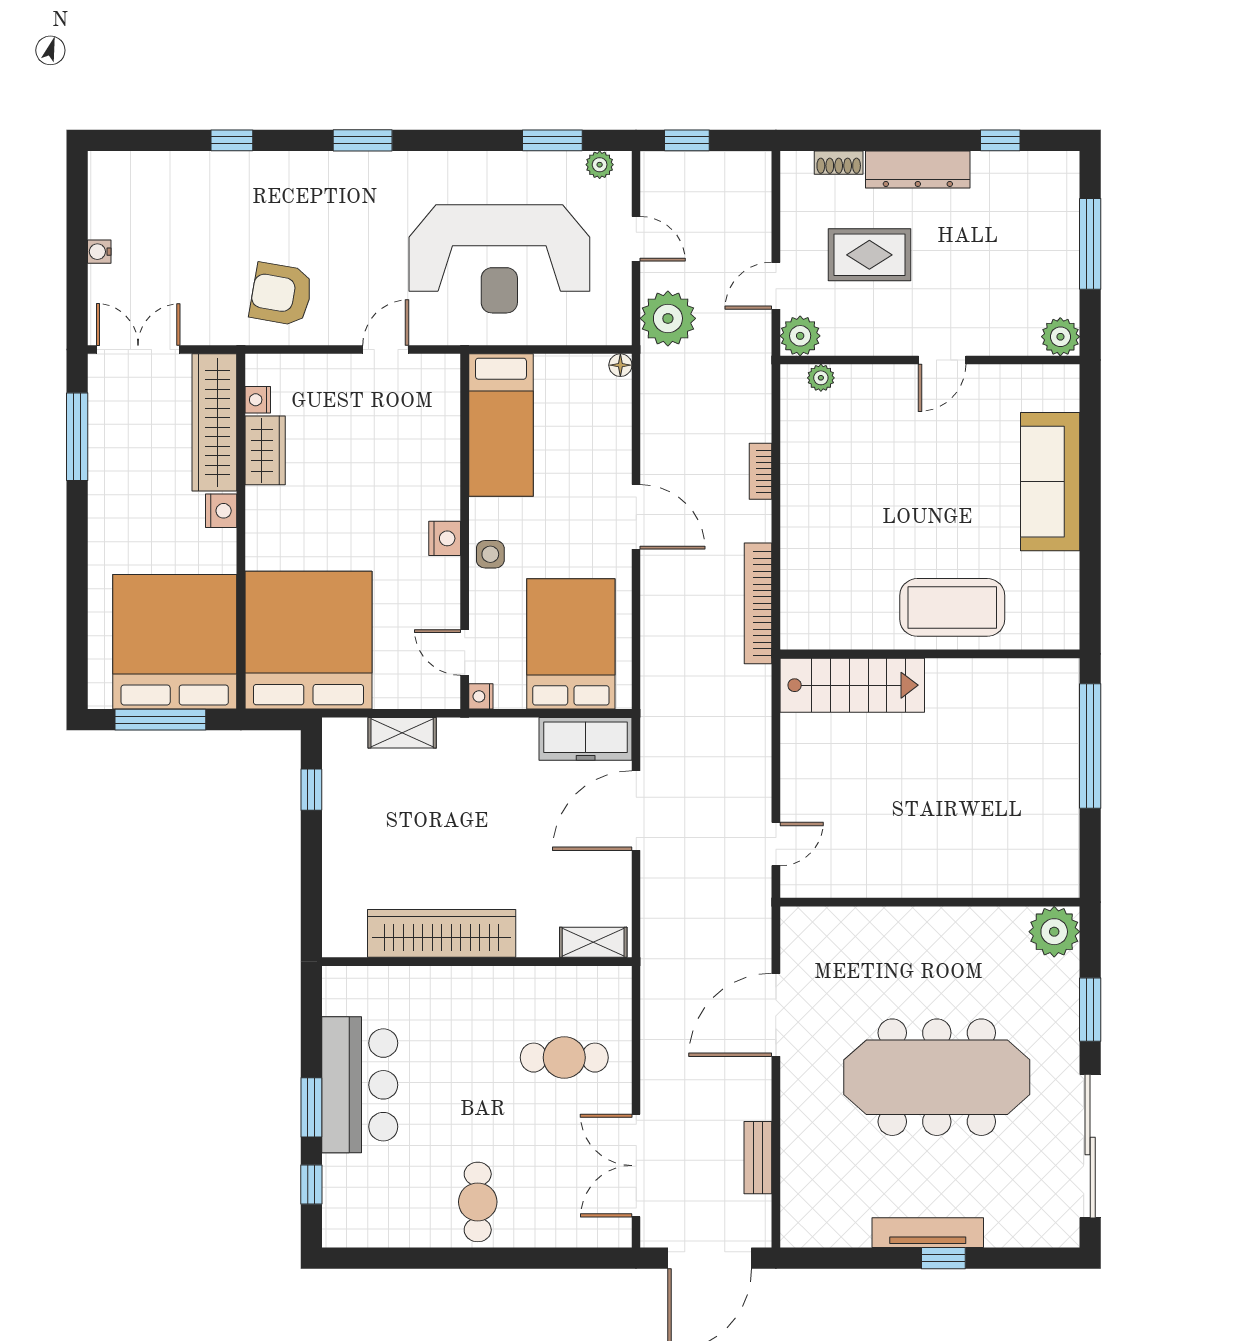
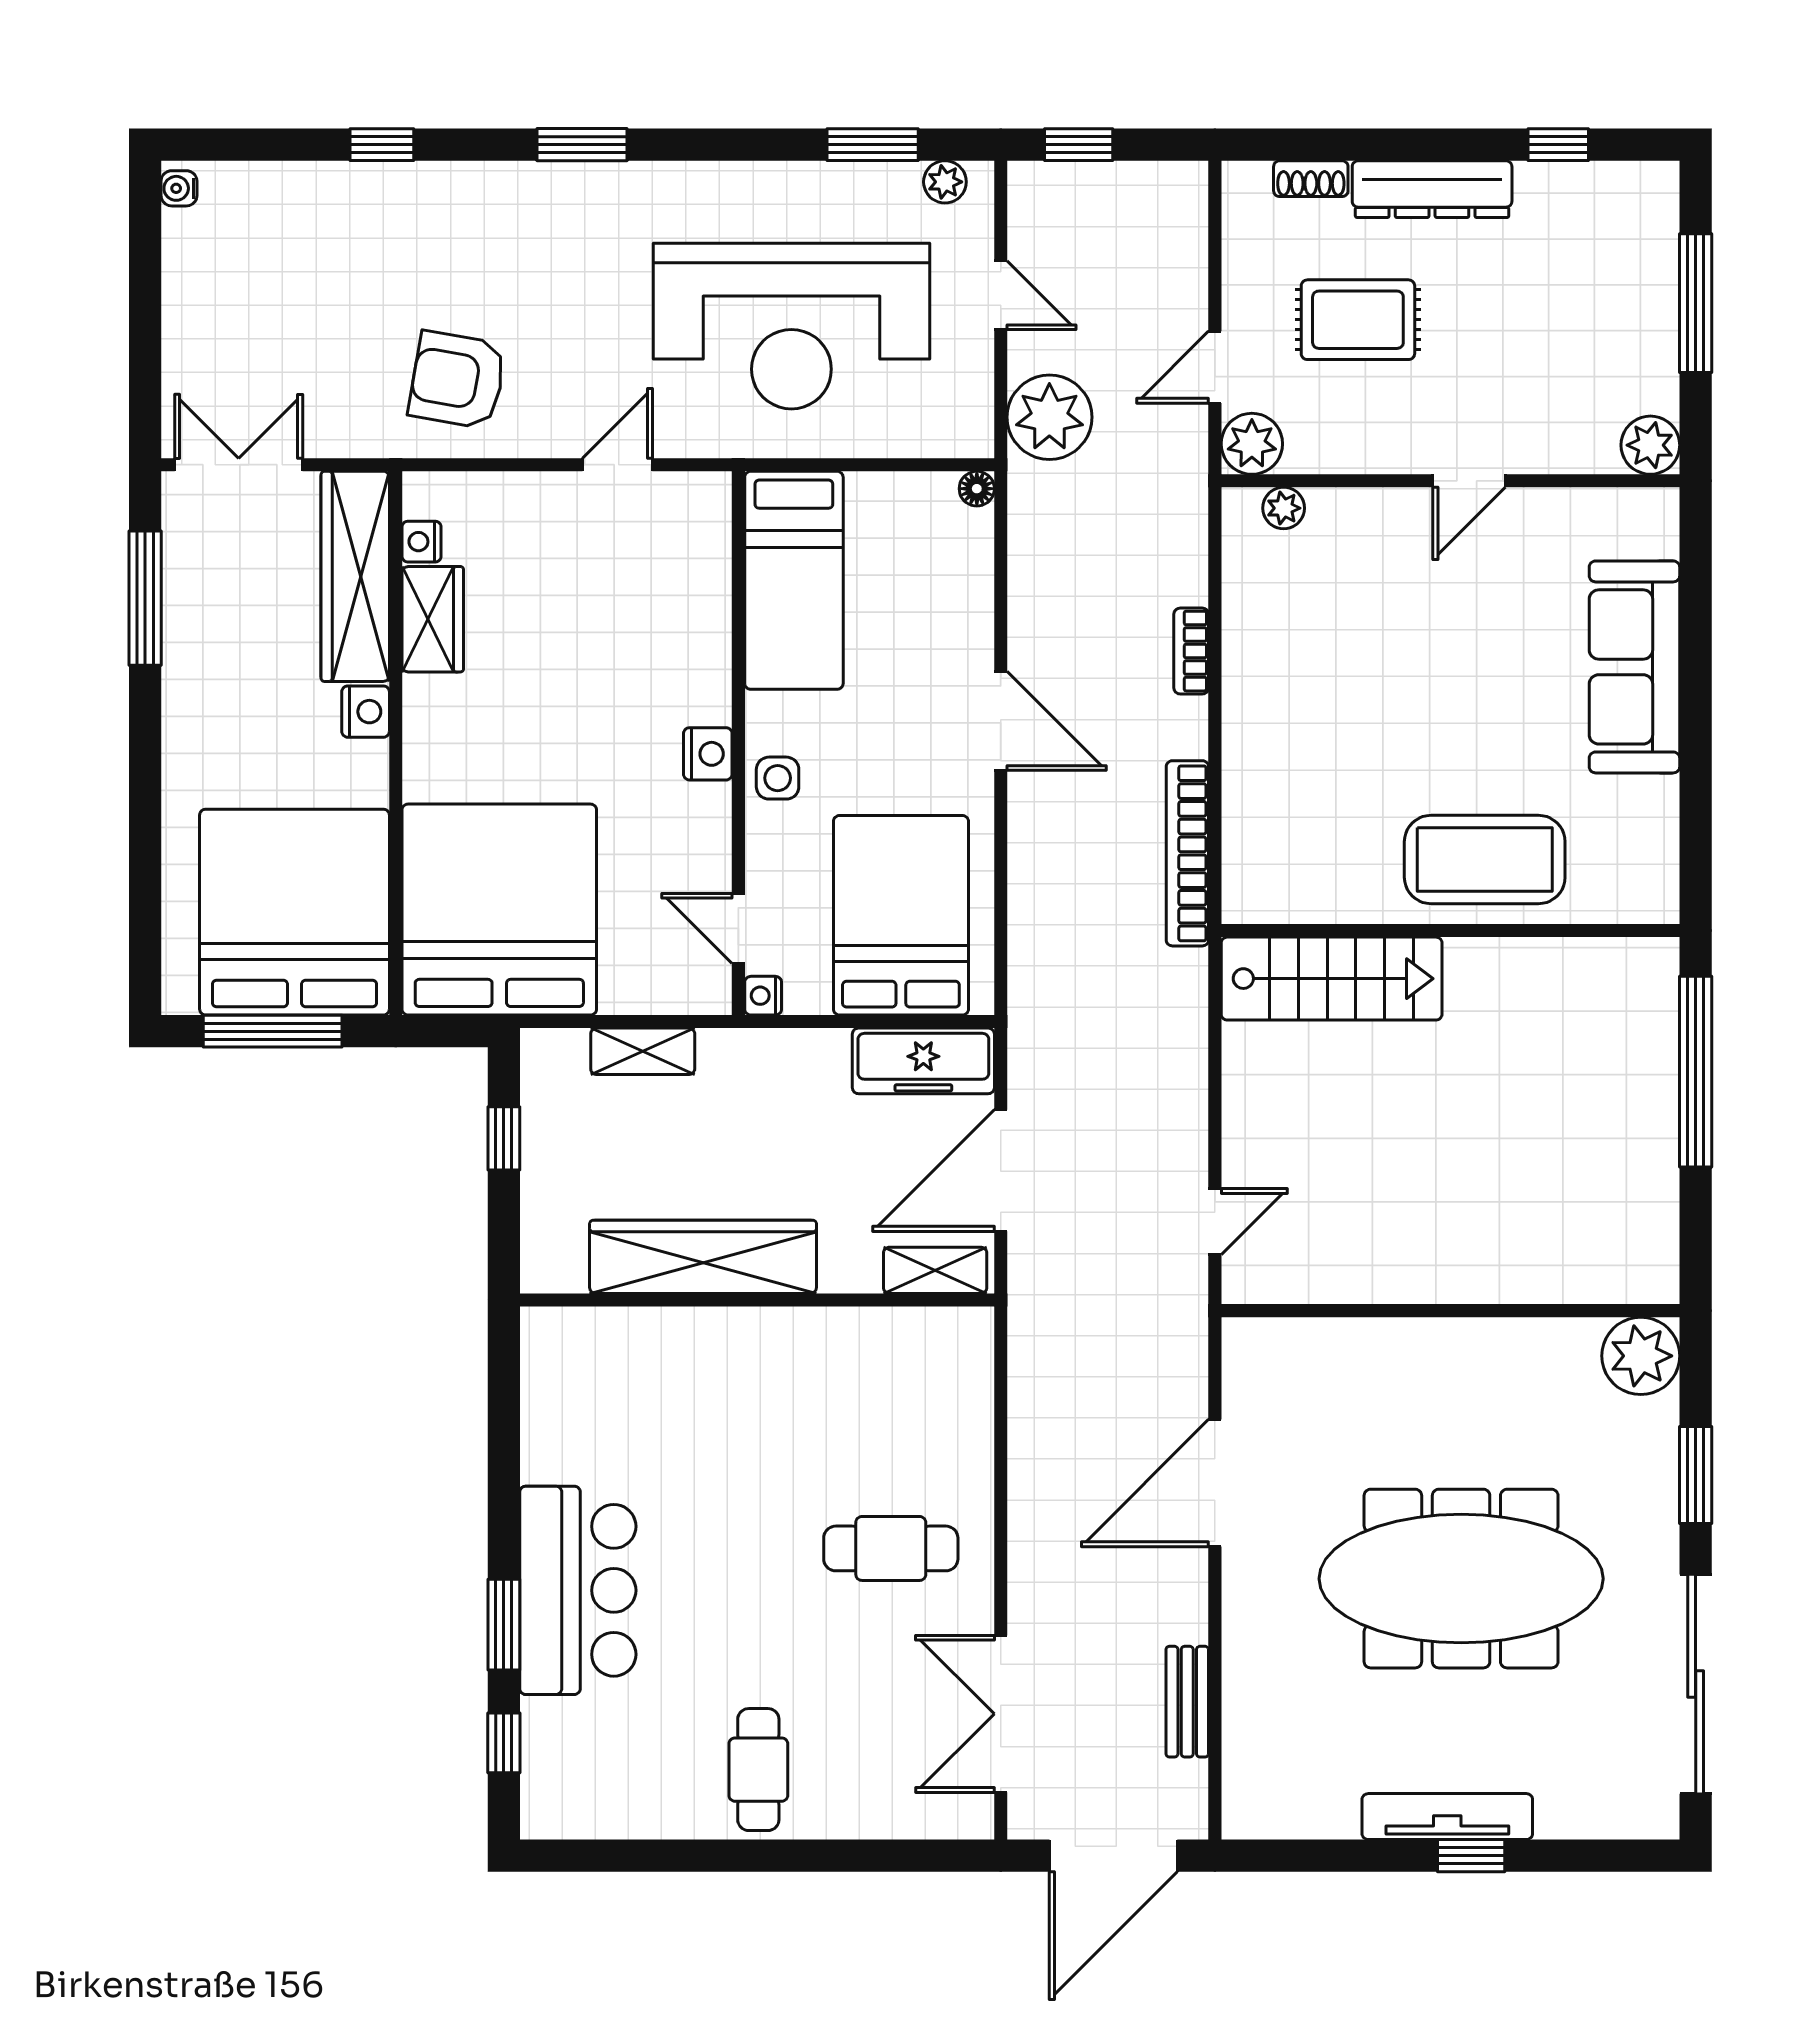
water cooler: (99, 252) -> (179, 188), moved
wardrobe: (442, 933) -> (703, 1257), moved
shelving: (593, 942) -> (935, 1270), moved
wall: (477, 962) -> (757, 1300), moved

